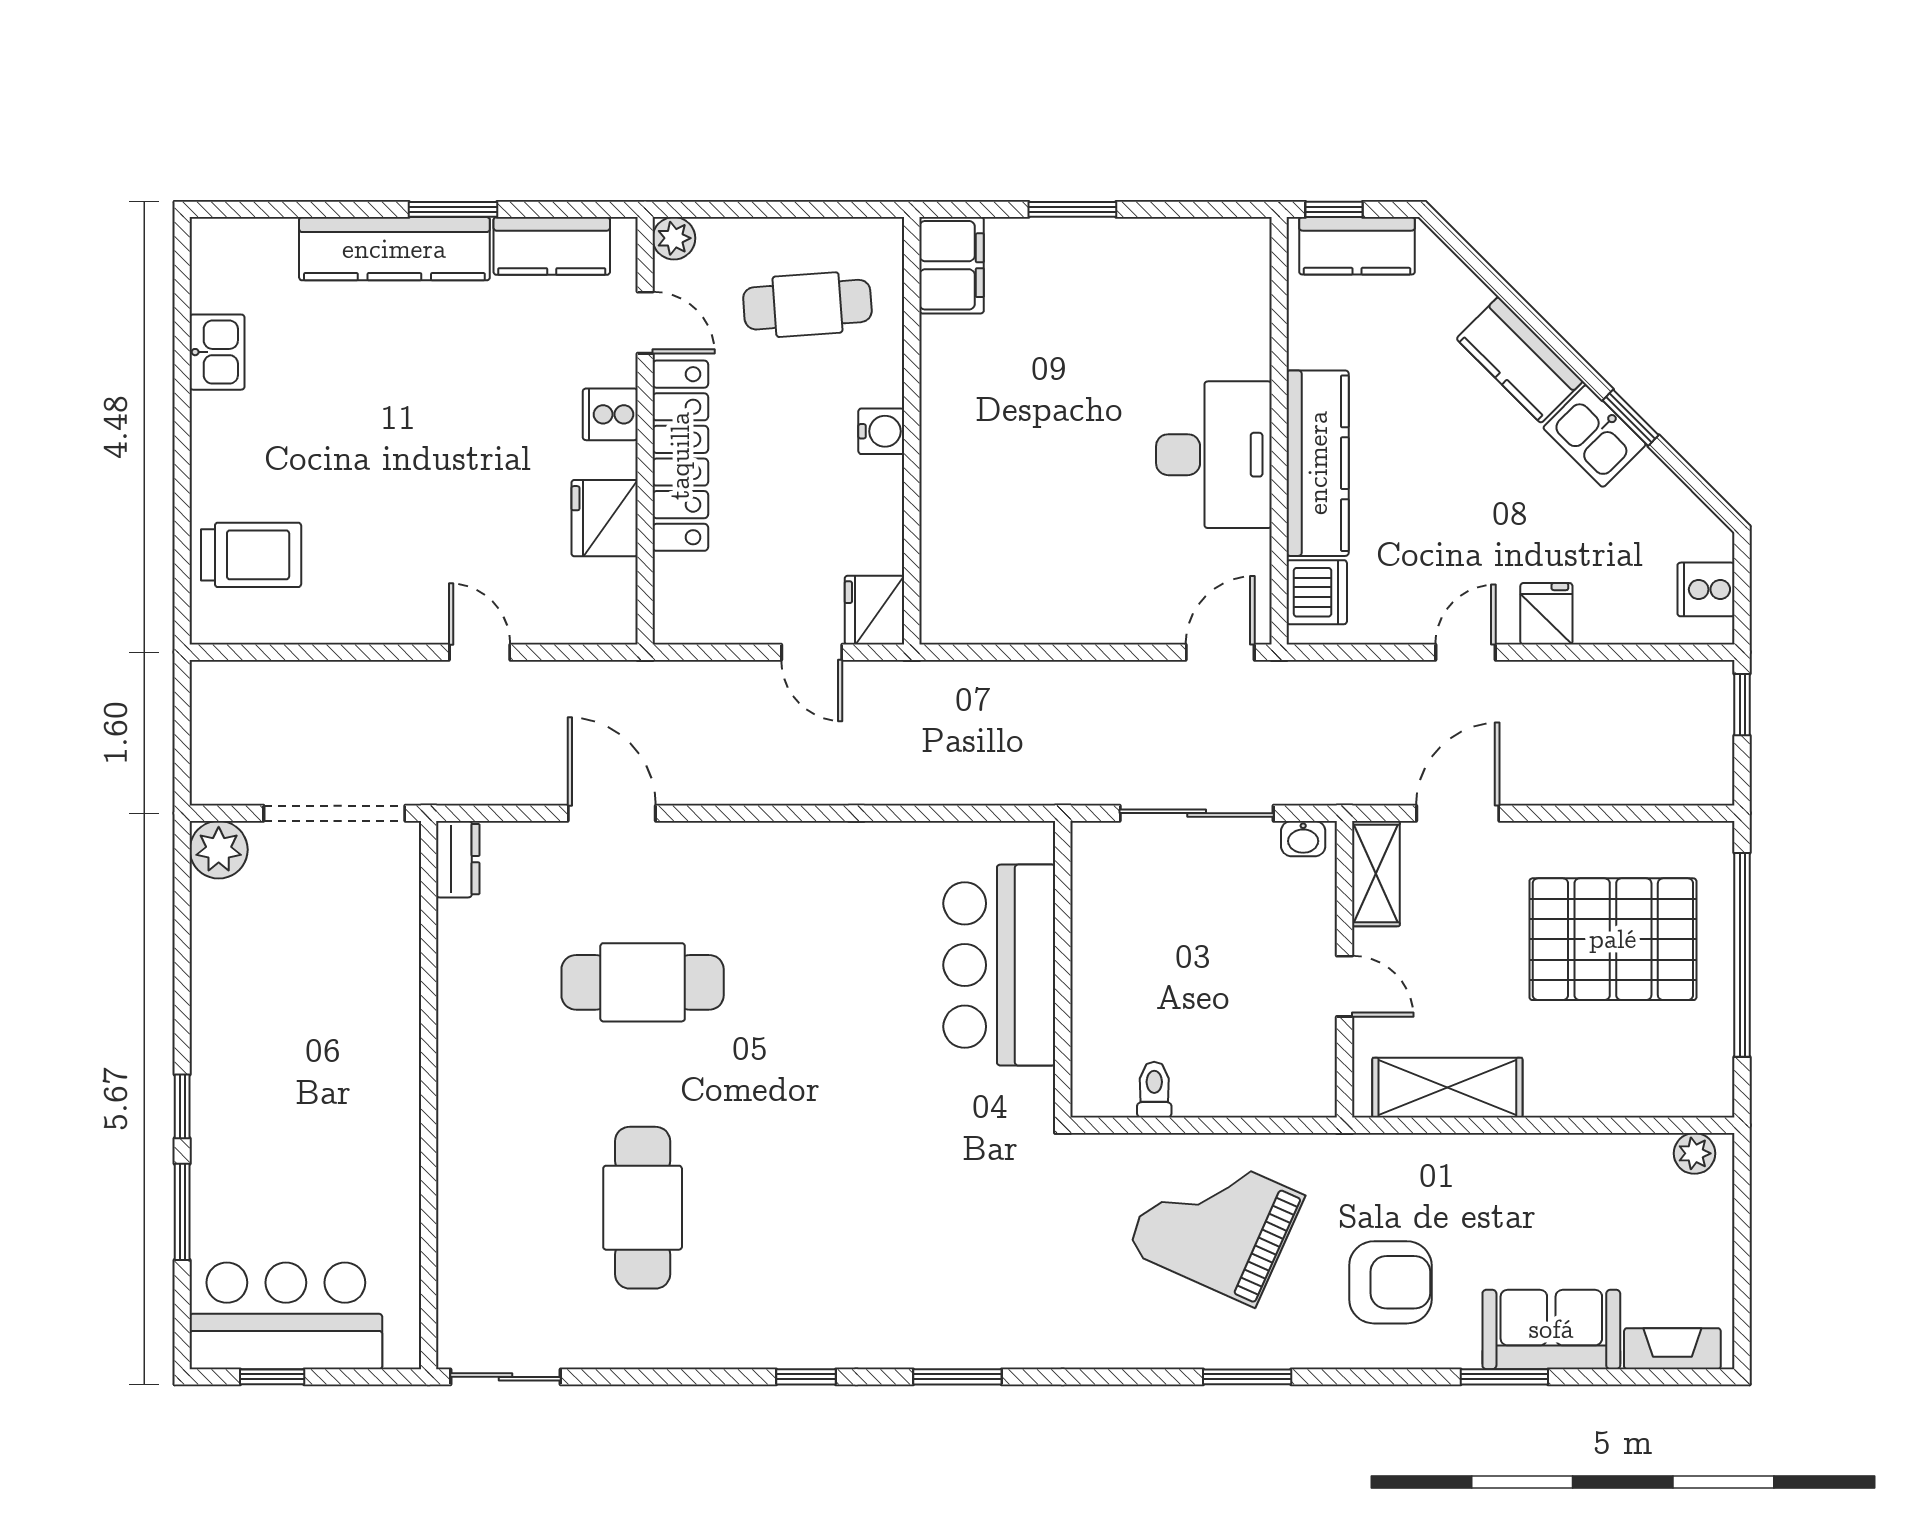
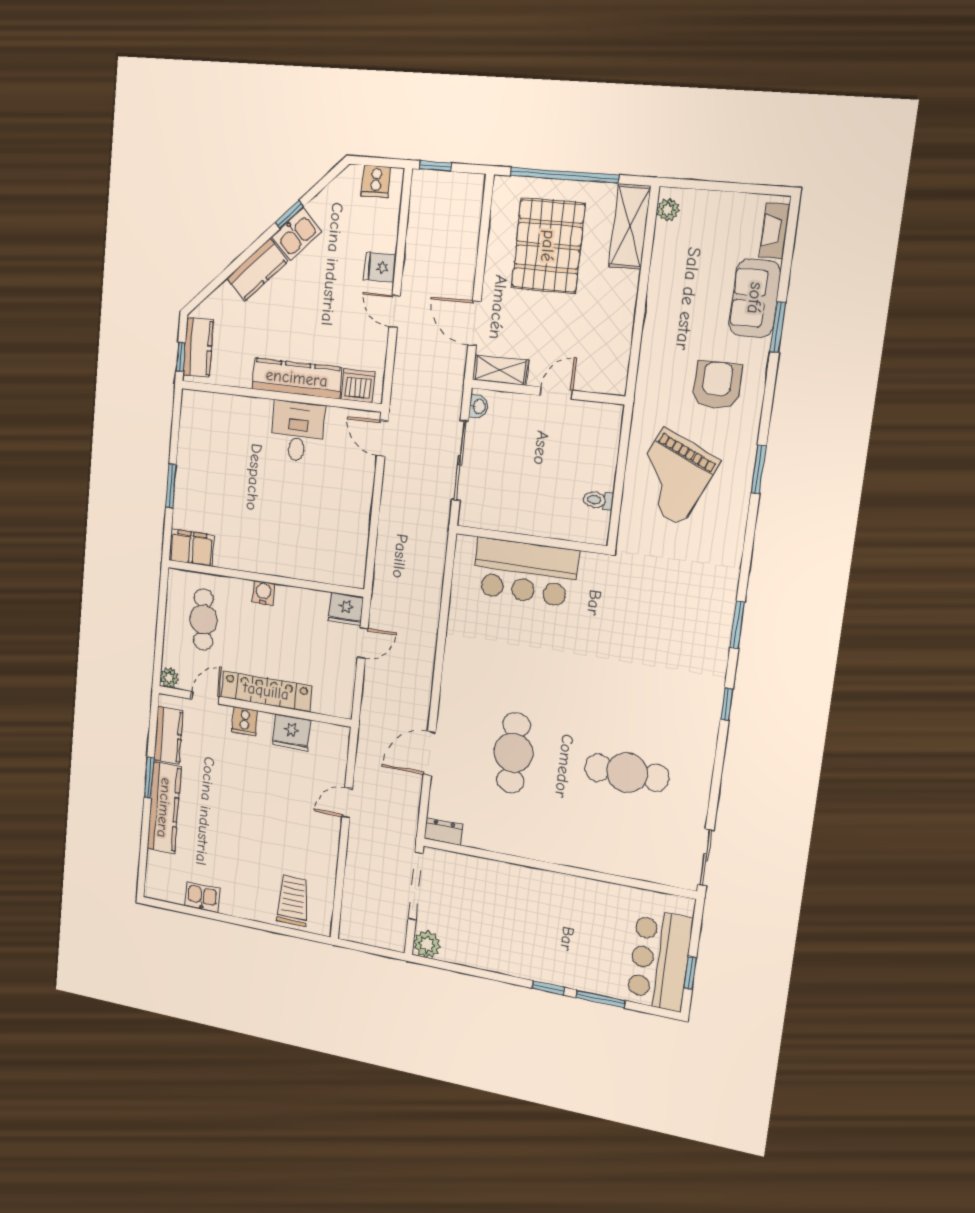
desk: (1214, 455) -> (298, 431), width x0.73
shelving: (1447, 1088) -> (630, 227), moved

